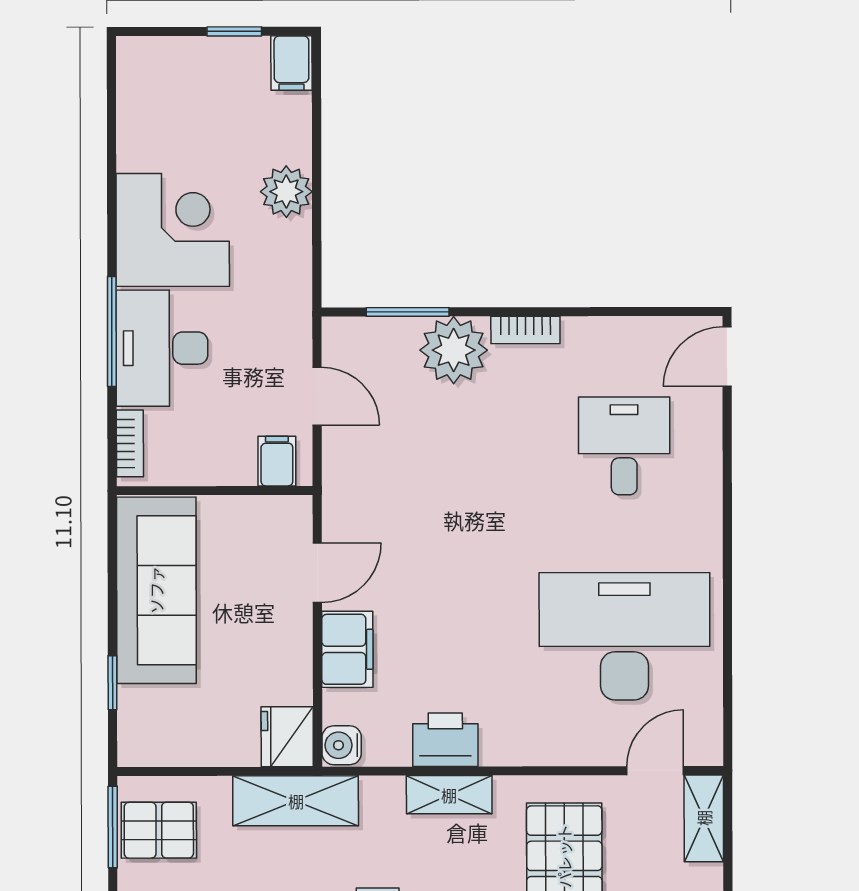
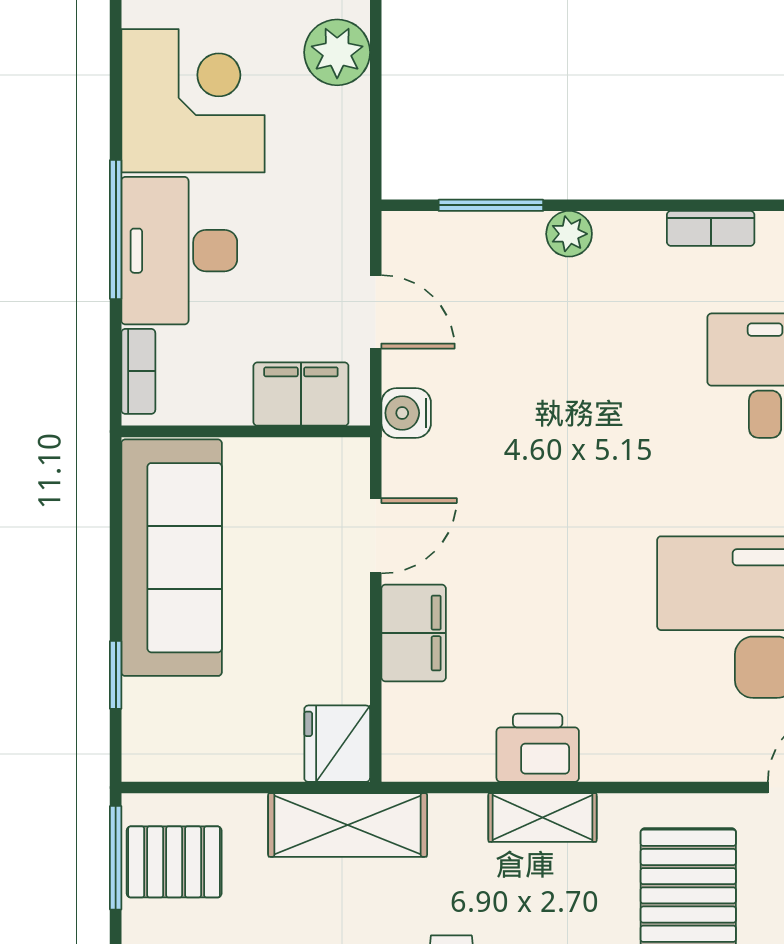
bookcase: (525, 330) -> (711, 228), moved
plant: (454, 350) -> (569, 234), width x0.53, depth x0.53
filing cabinet: (277, 461) -> (301, 394), width x2.00
water cooler: (342, 745) -> (406, 413), moved

